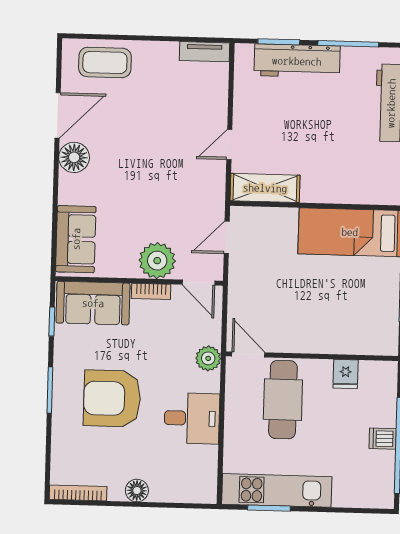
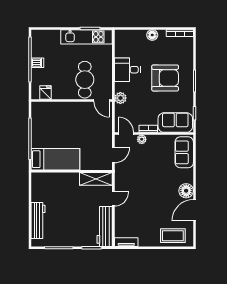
workbench: (297, 61) -> (105, 227), moved, turned -90
plant: (157, 261) -> (142, 139), width x0.53, depth x0.53
fridge: (346, 374) -> (46, 93), moved

